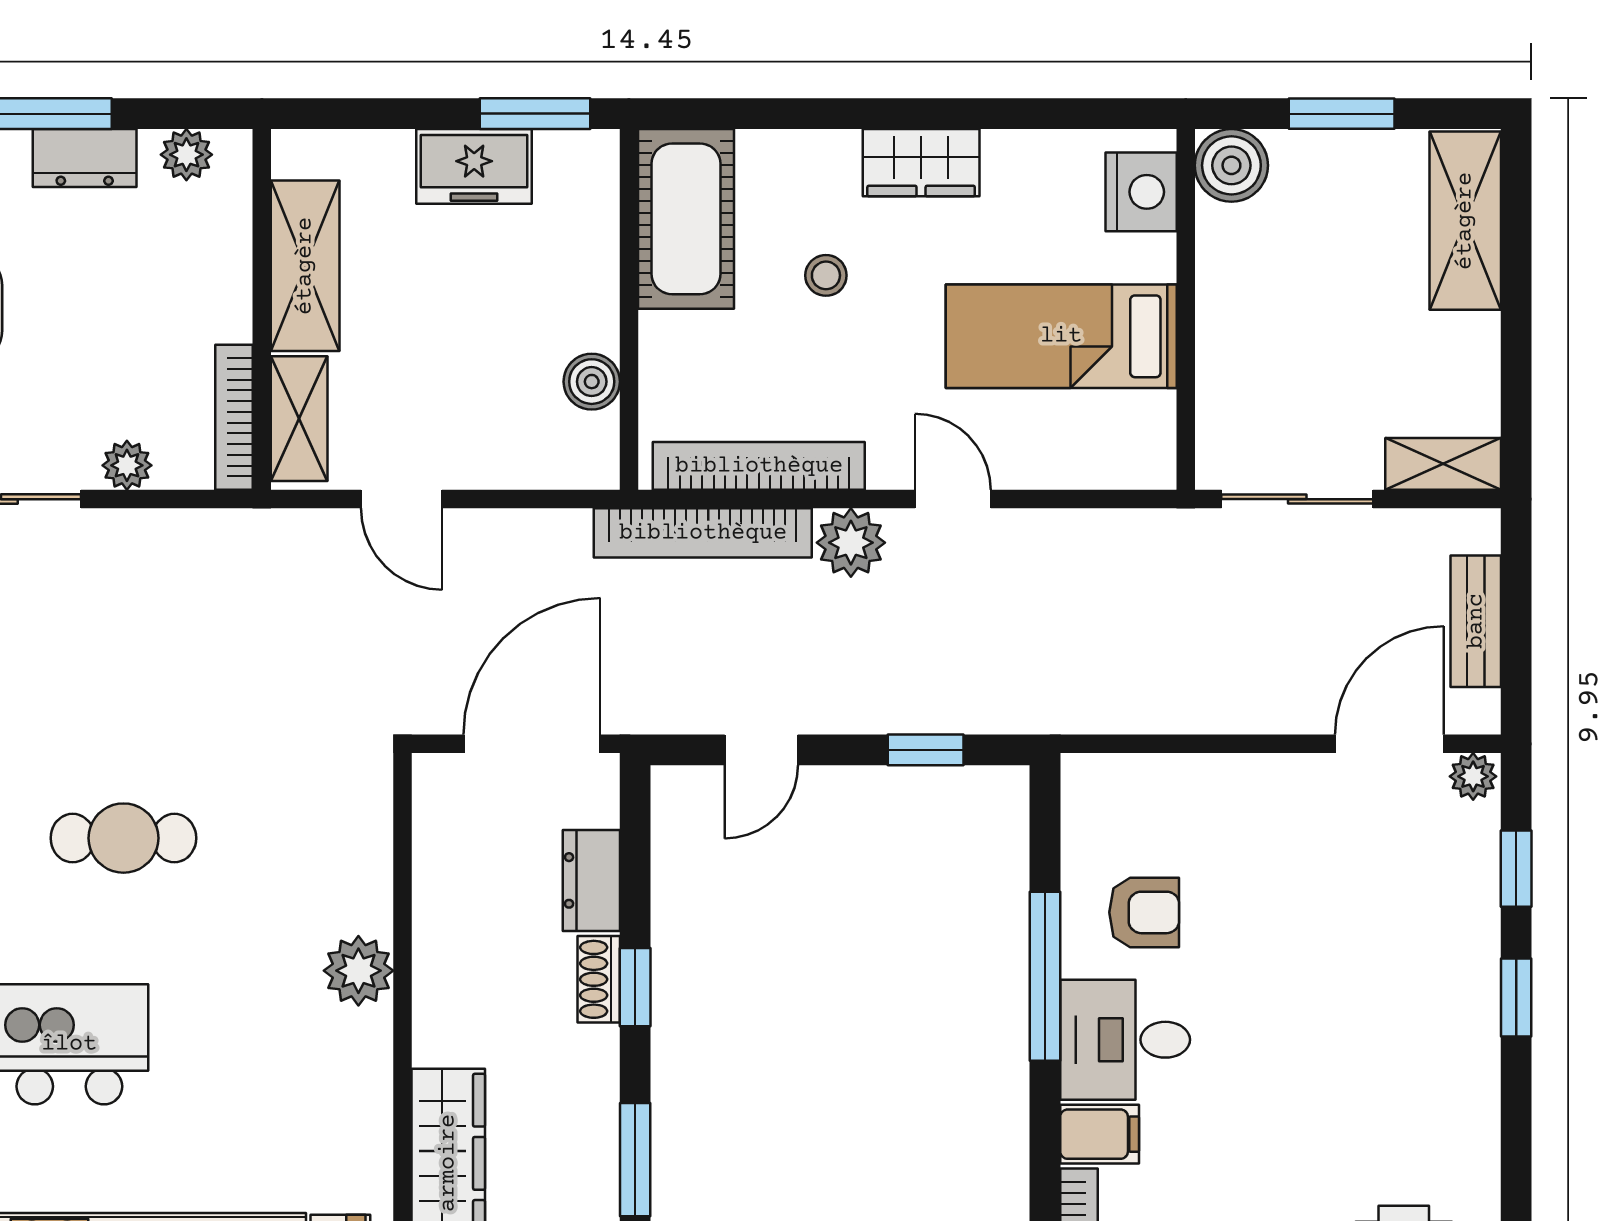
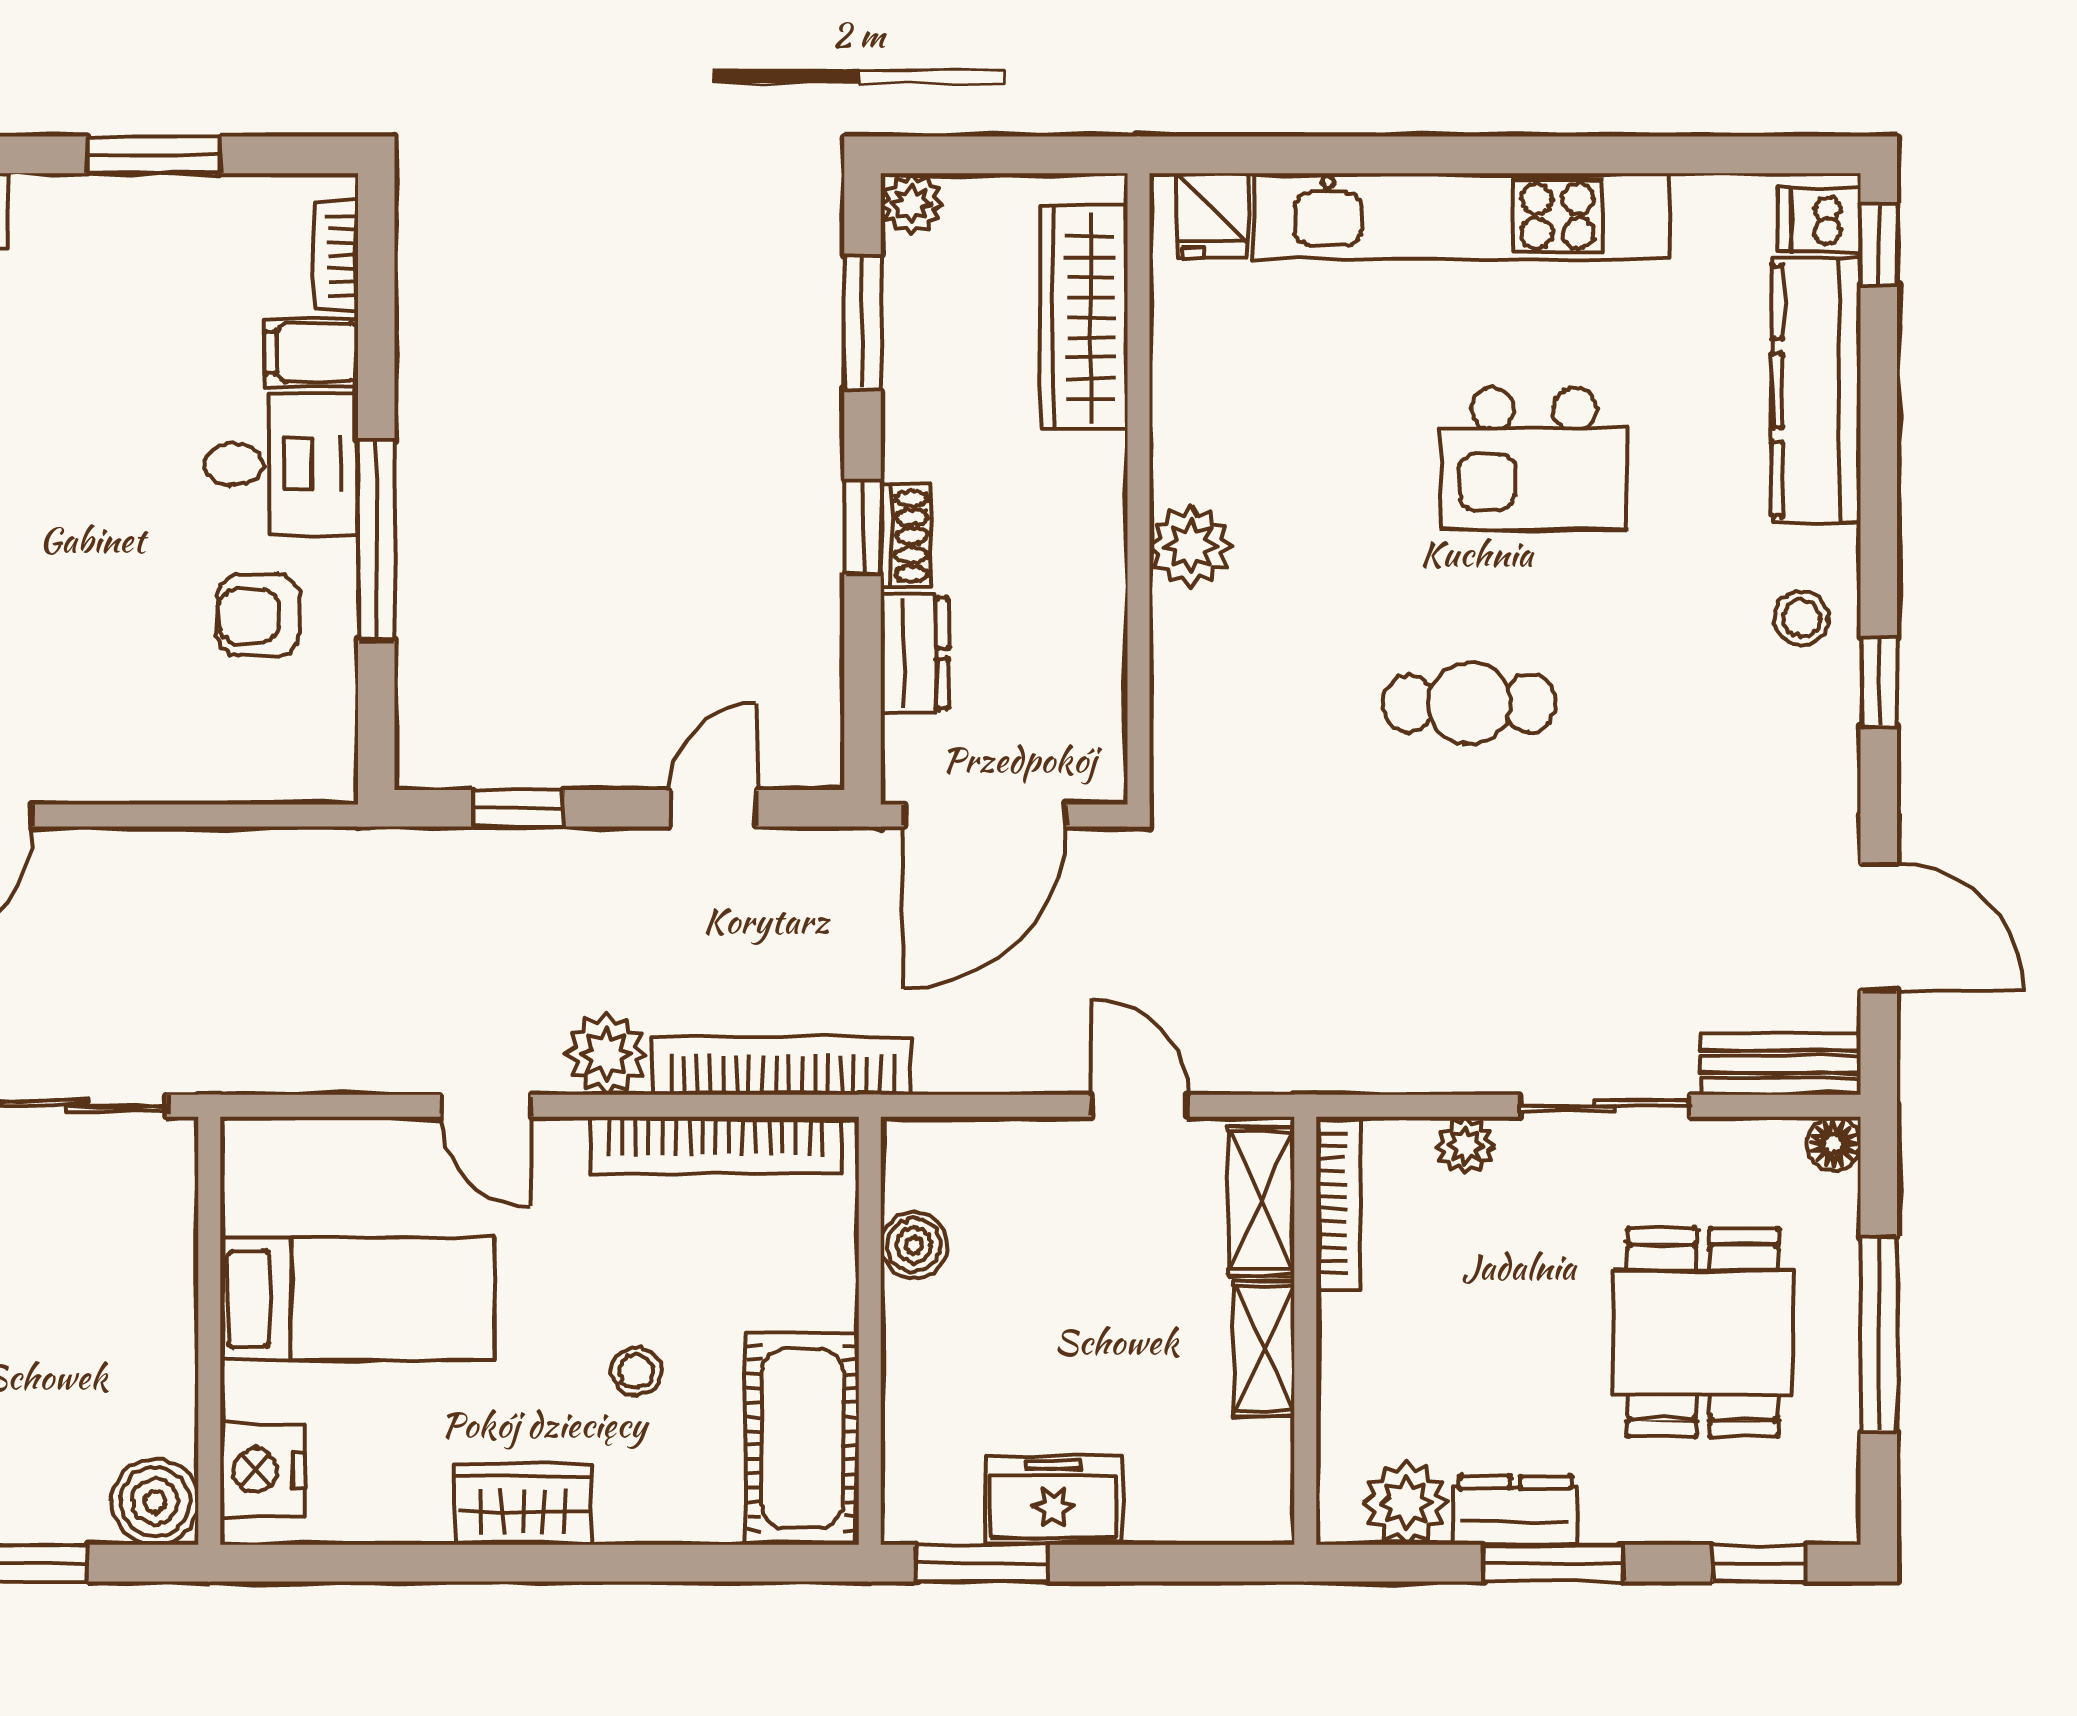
plant: (186, 155) -> (1406, 1503), width x1.38, depth x1.38
shelving: (305, 266) -> (1264, 1349), width x0.67, depth x0.75

